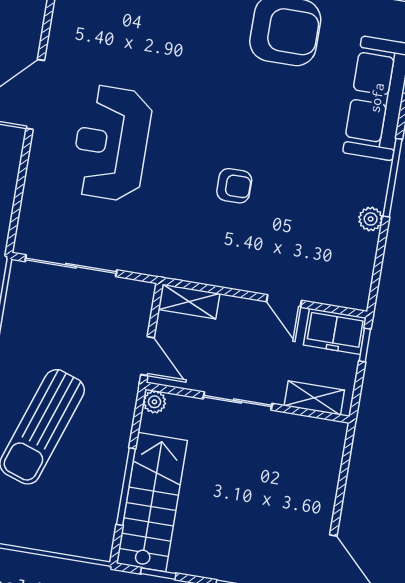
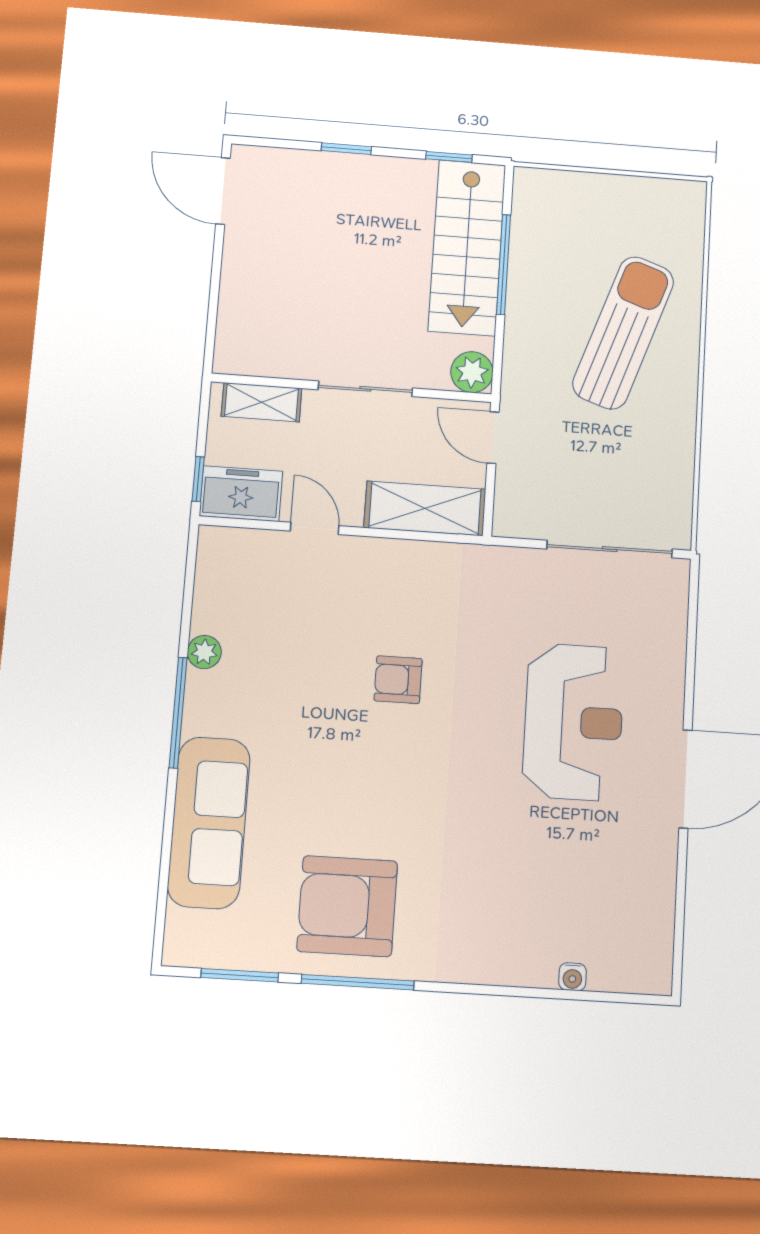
shelving: (189, 302) -> (425, 508), width x1.50, depth x1.33
plant: (154, 402) -> (472, 372), width x1.38, depth x1.38

